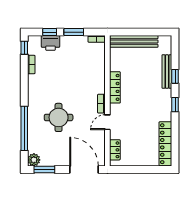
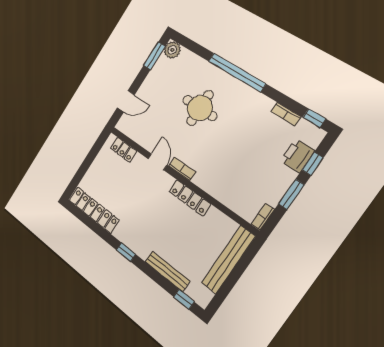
window: (175, 76) -> (184, 299), moved
window: (24, 128) -> (237, 72), moved
door: (84, 169) -> (126, 101), width x0.53

